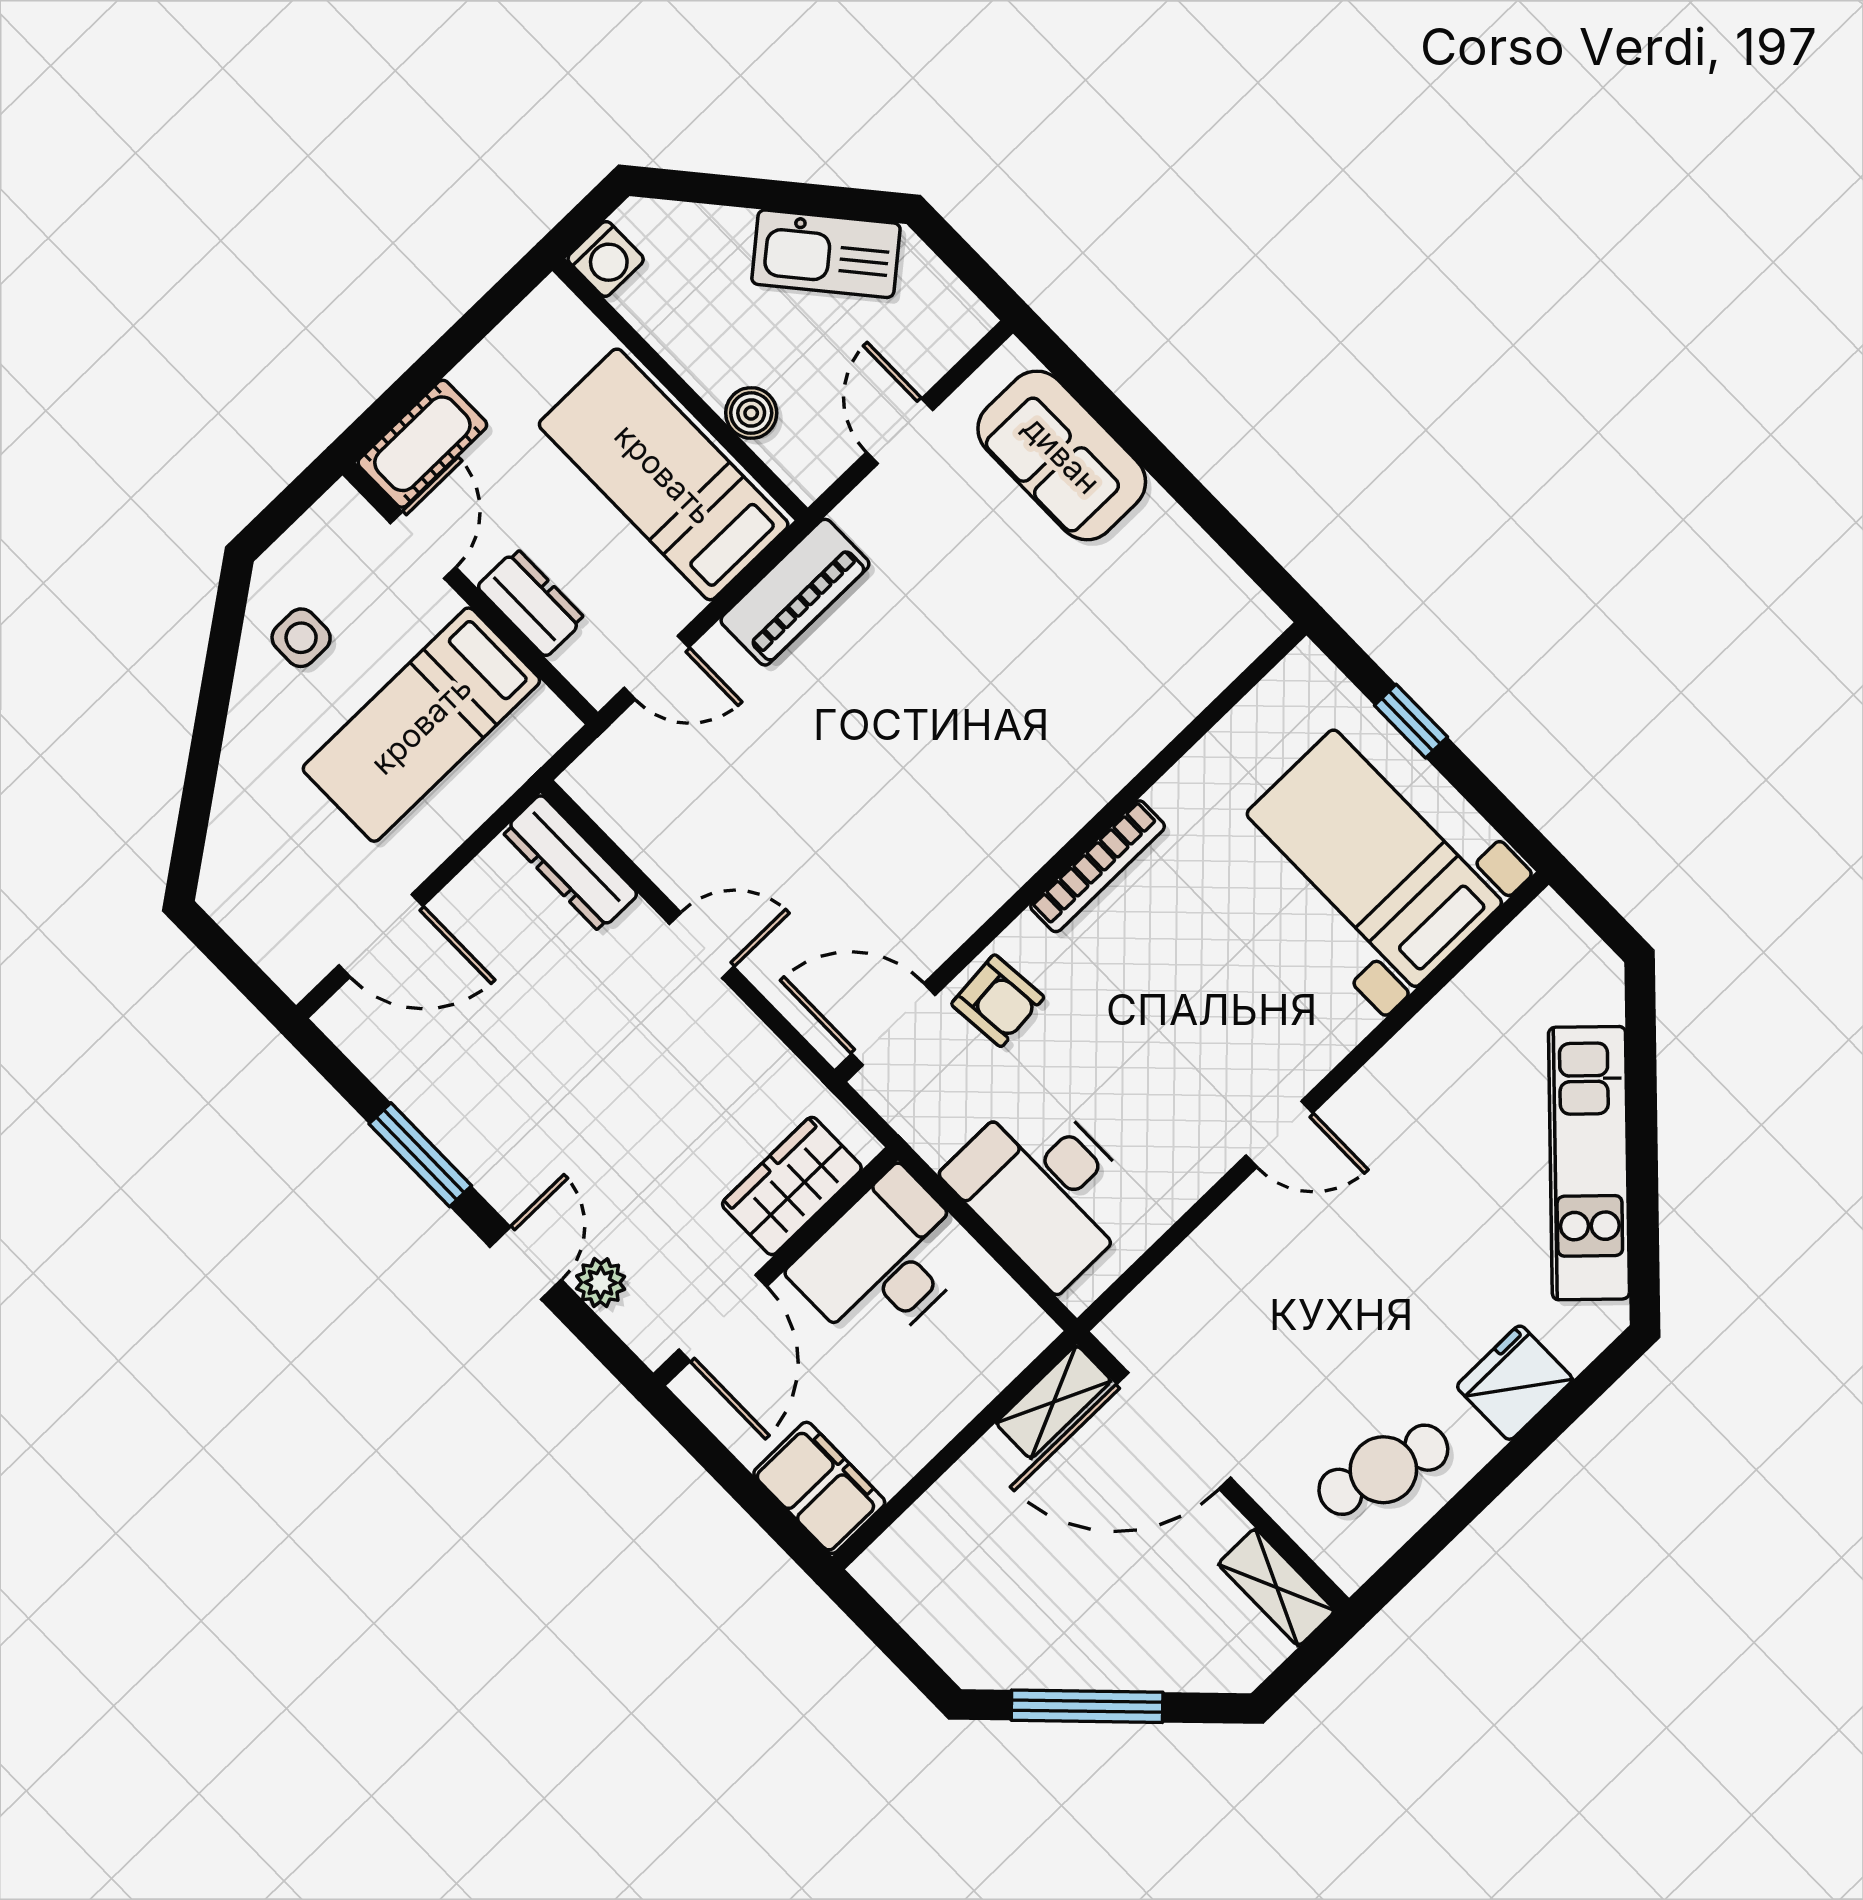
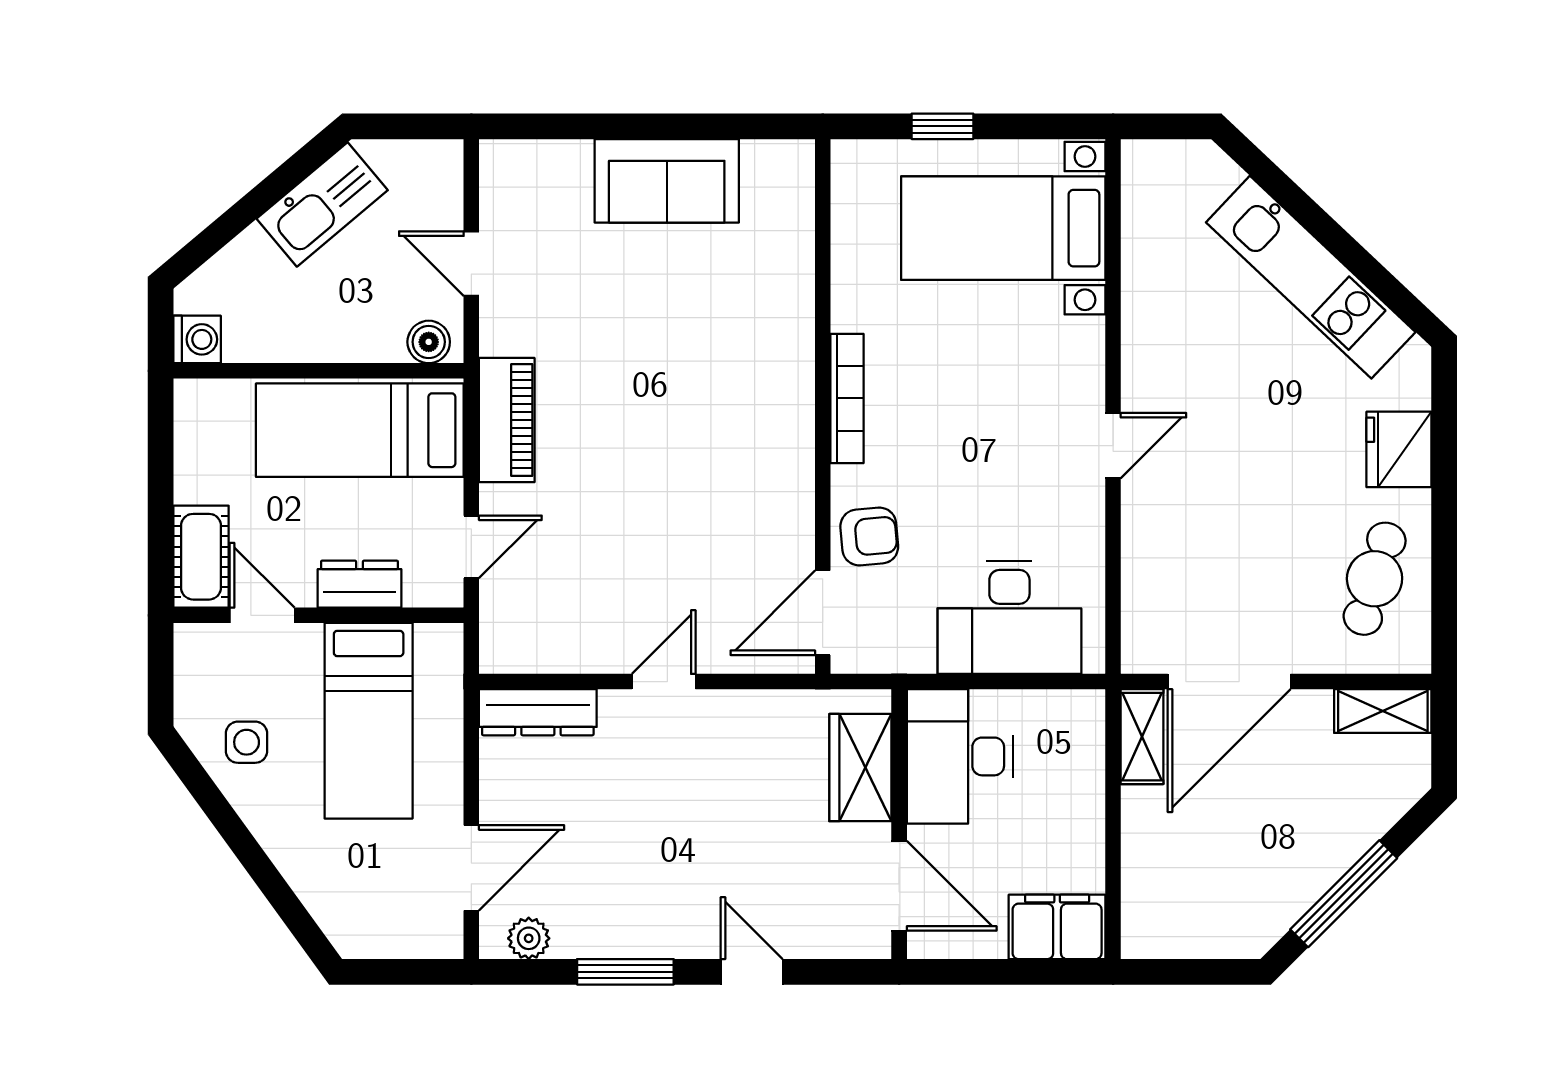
boiler: (751, 413) -> (429, 342), moved
sofa: (1062, 455) -> (667, 181), moved
plant: (601, 1283) -> (529, 938), moved

